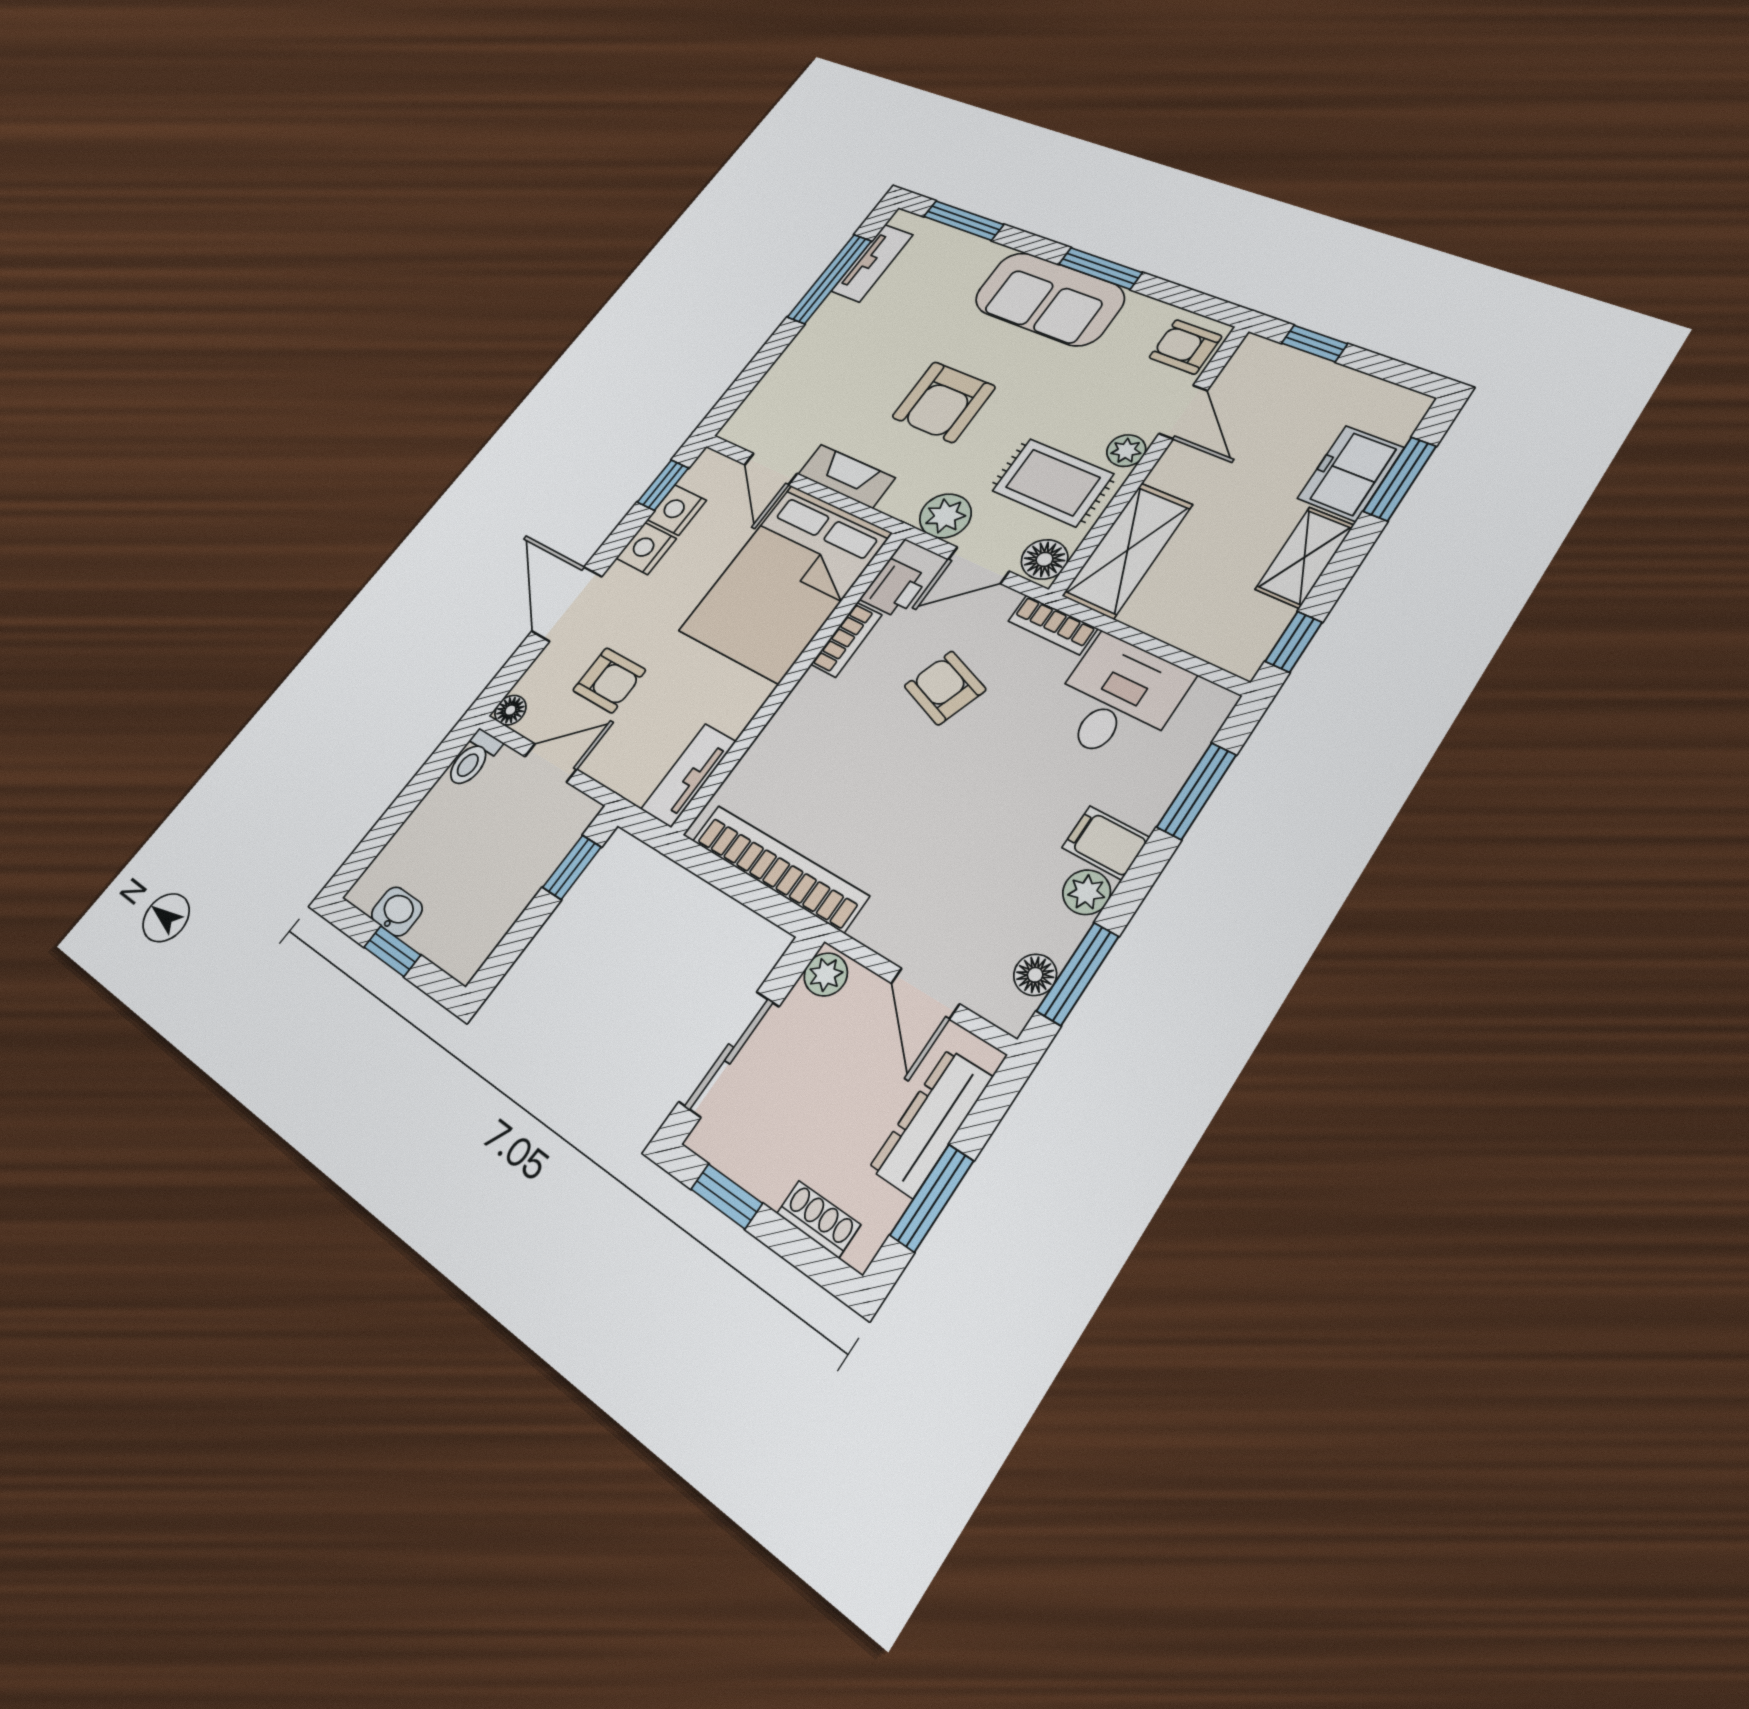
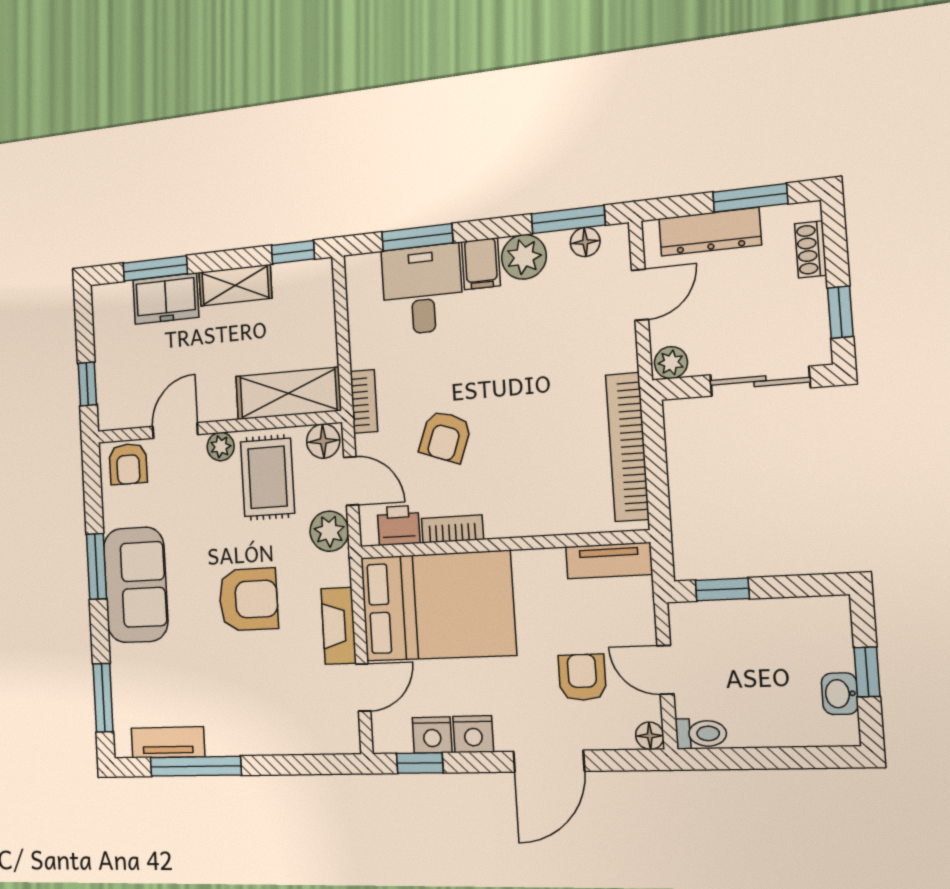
desk: (1117, 699) -> (422, 289), moved, turned 90
plant: (1087, 892) -> (524, 257), width x1.38, depth x1.38

